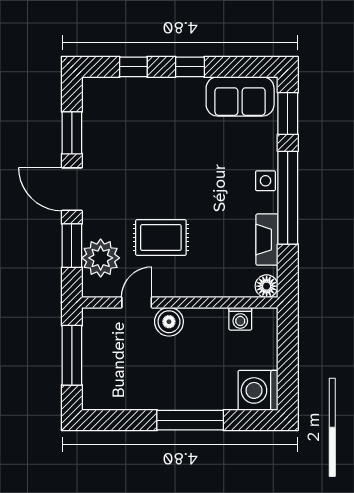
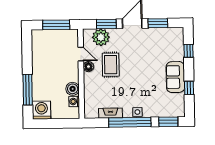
window: (190, 67) -> (189, 88), moved
sofa: (240, 96) -> (175, 77), moved
floor lamp: (267, 286) -> (88, 67), moved
boiler: (169, 322) -> (73, 89), moved
window: (190, 420) -> (28, 90), moved

